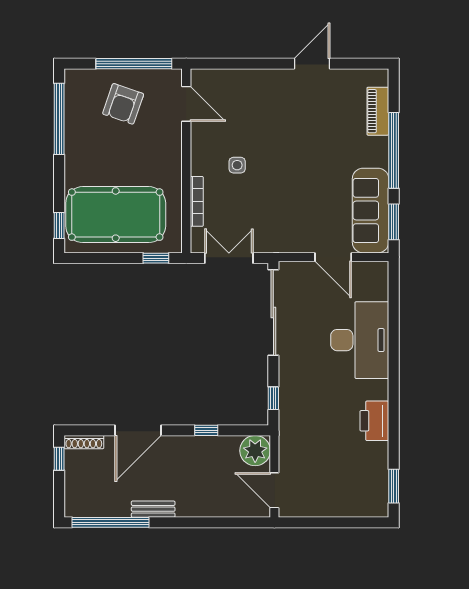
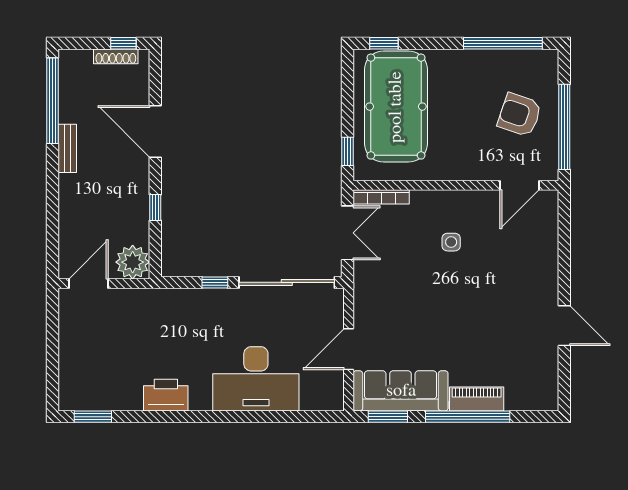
piano: (378, 111) -> (477, 399), moved
bookcase: (197, 201) -> (381, 197), moved
window: (273, 398) -> (215, 282), moved
shoe rack: (84, 442) -> (116, 56), moved, turned -90

